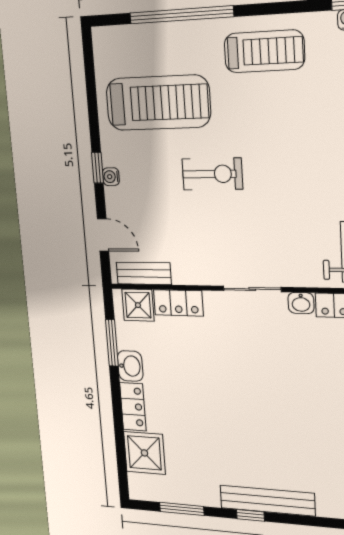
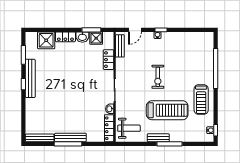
treadmill: (158, 103) -> (167, 110), moved, turned -90
shower: (138, 305) -> (96, 38), moved
bench: (267, 501) -> (30, 78), moved

